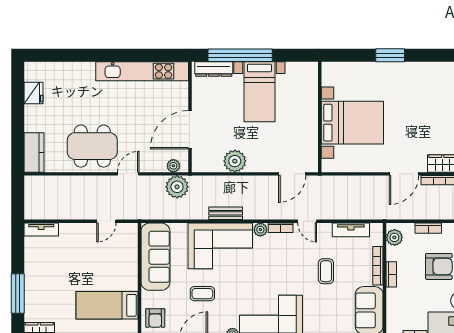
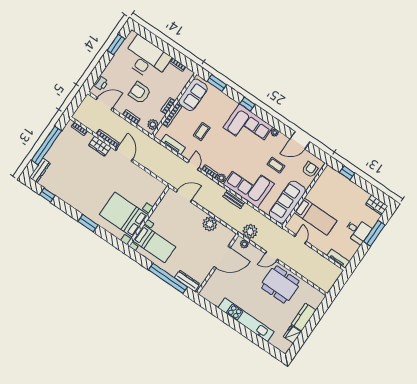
kitchen unit: (142, 71) -> (246, 320), moved
bed with nightstands: (259, 92) -> (154, 244), moved, turned 90
bed with nightstands: (352, 123) -> (124, 215), moved
kitchen counter: (34, 152) -> (304, 317), moved
door: (404, 174) -> (124, 155), hinge flipped
door: (106, 221) -> (300, 239), hinge flipped
desk: (41, 282) -> (358, 231), added
bed: (107, 305) -> (315, 217), moved

